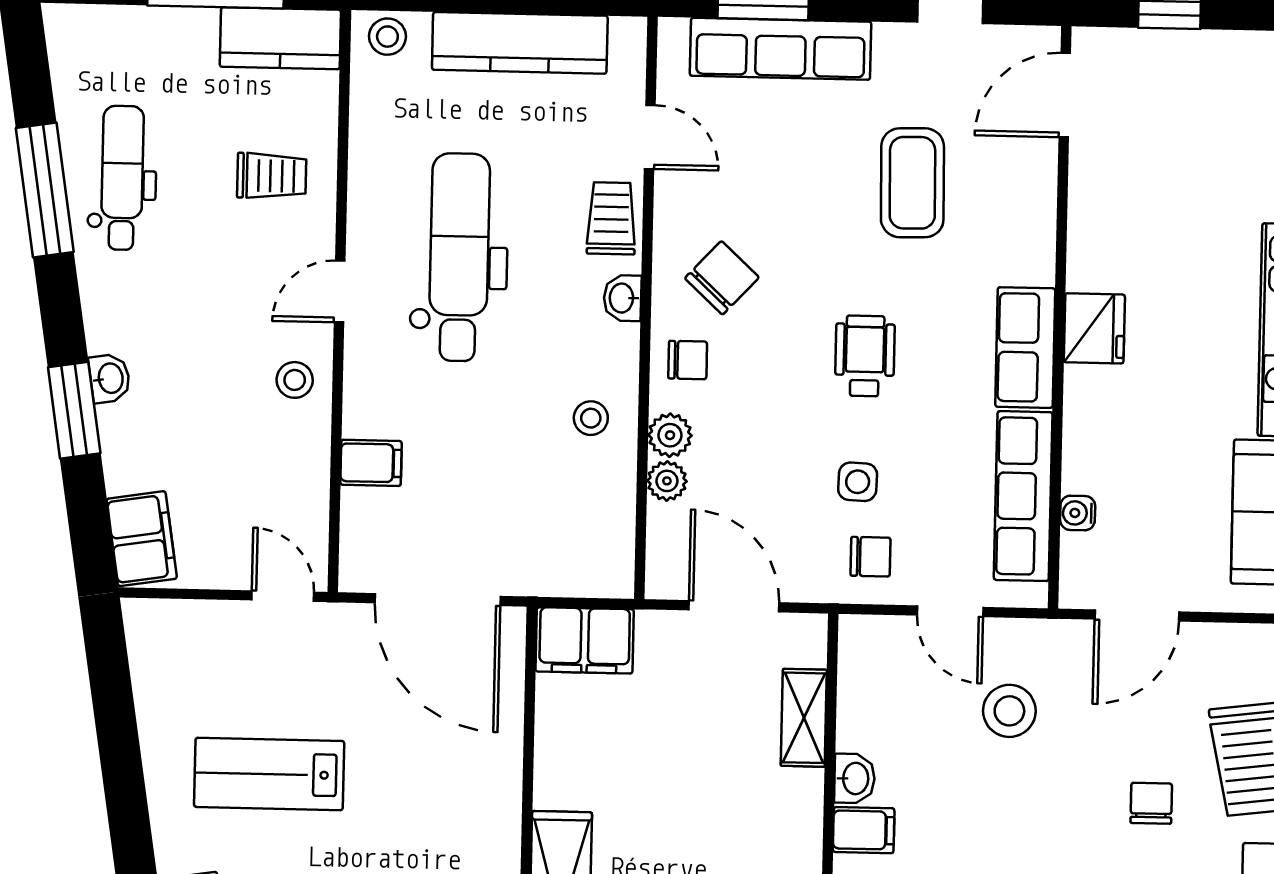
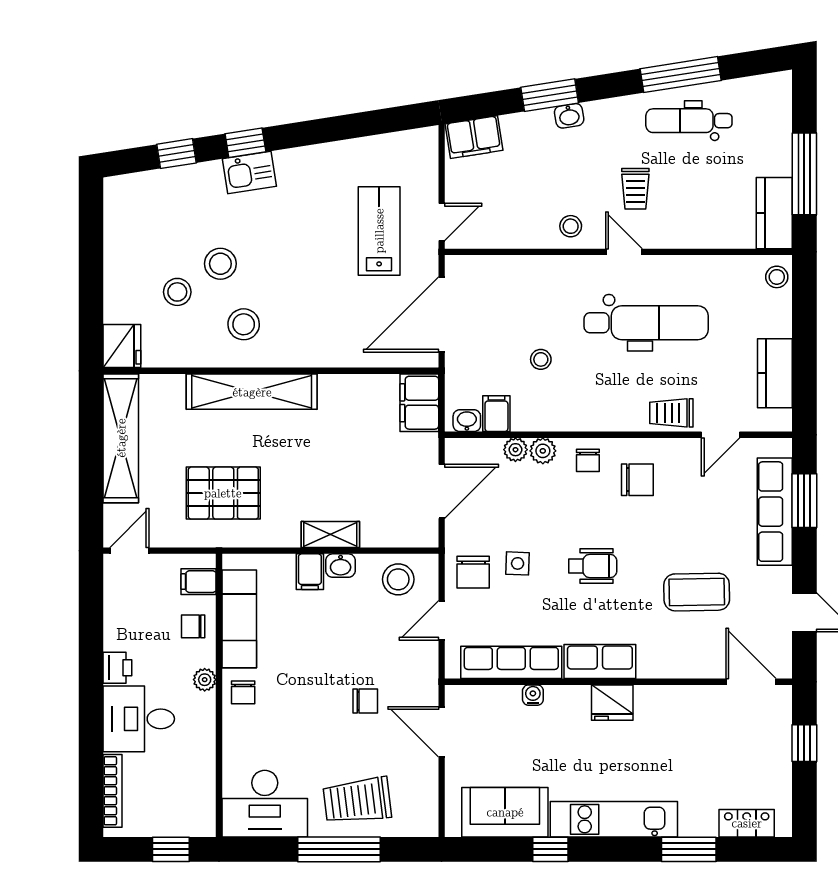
kitchen counter: (520, 43) -> (775, 373), width x0.67
trolley: (272, 176) -> (635, 189), moved
dental chair: (122, 178) -> (689, 121), turned 180
trolley: (611, 218) -> (671, 413), turned 180
chair: (722, 278) -> (637, 480), turned -43
washbasin: (623, 298) -> (467, 421), moved
stool: (591, 418) -> (541, 359), moved
filing cabinet: (371, 463) -> (496, 414), moved, turned 180
water cooler: (1078, 513) -> (533, 695), moved
chair: (871, 557) -> (473, 572), width x1.37, depth x1.37
stool: (1009, 711) -> (398, 579), moved
shelving: (804, 718) -> (330, 535), moved
lab bench: (269, 774) -> (379, 231), moved
chair: (1151, 803) -> (365, 701), moved

